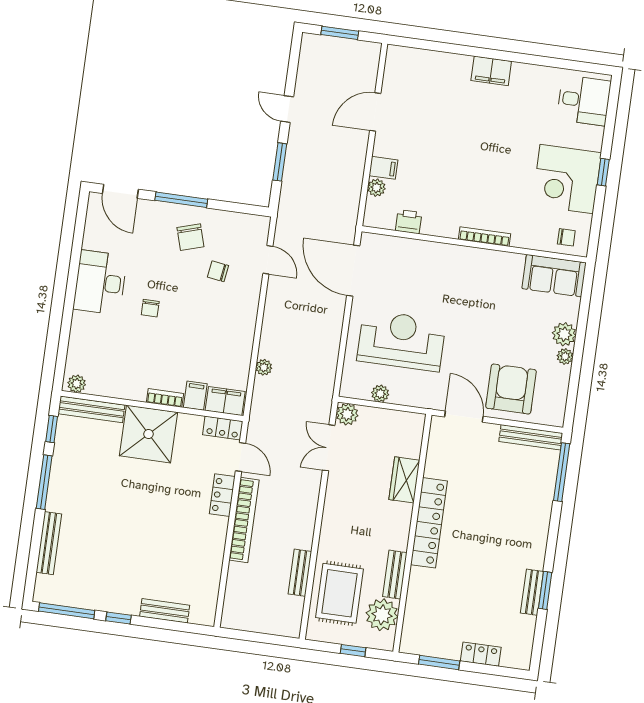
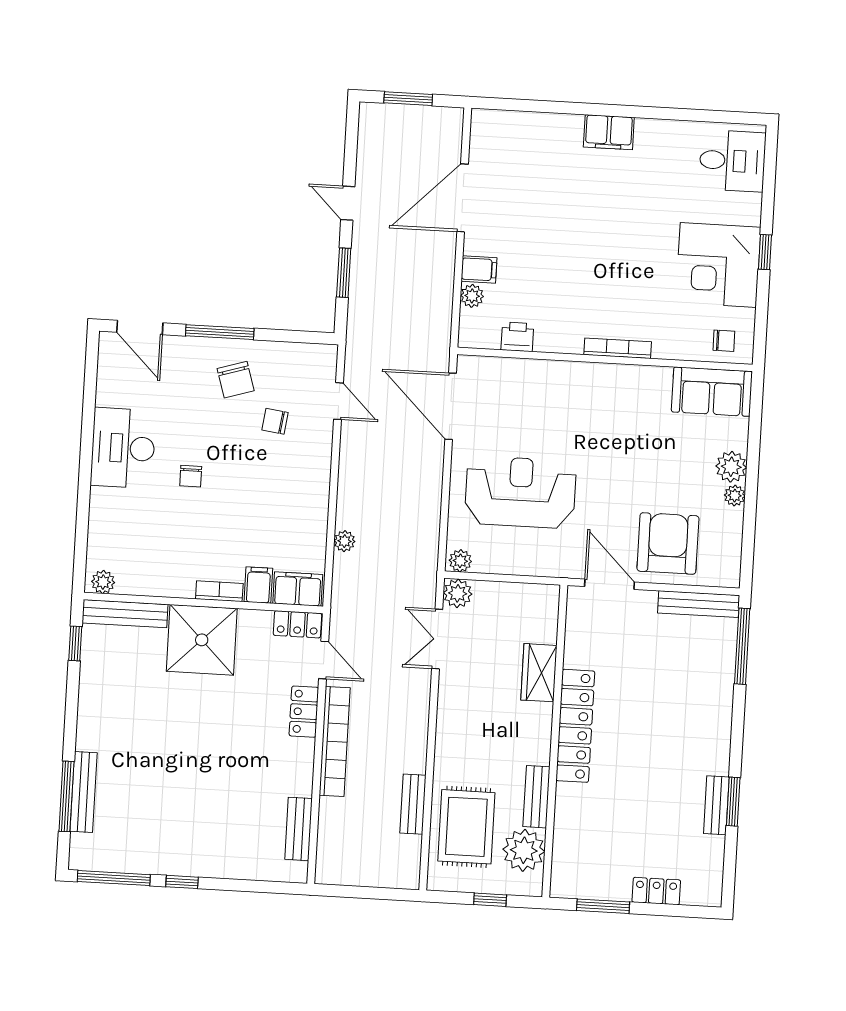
door: (375, 112) -> (463, 198), width x1.36
plant: (380, 394) -> (460, 561), moved
window: (44, 482) -> (66, 796), moved
bench: (165, 611) -> (299, 829), moved, turned 90

